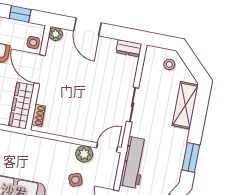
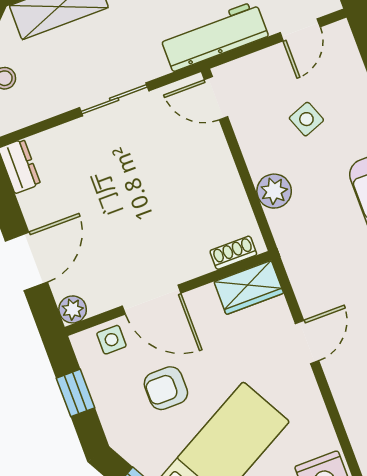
door: (40, 69) -> (152, 300), hinge flipped
wardrobe: (21, 106) -> (249, 287), width x0.67
plant: (84, 154) -> (274, 191), moved

